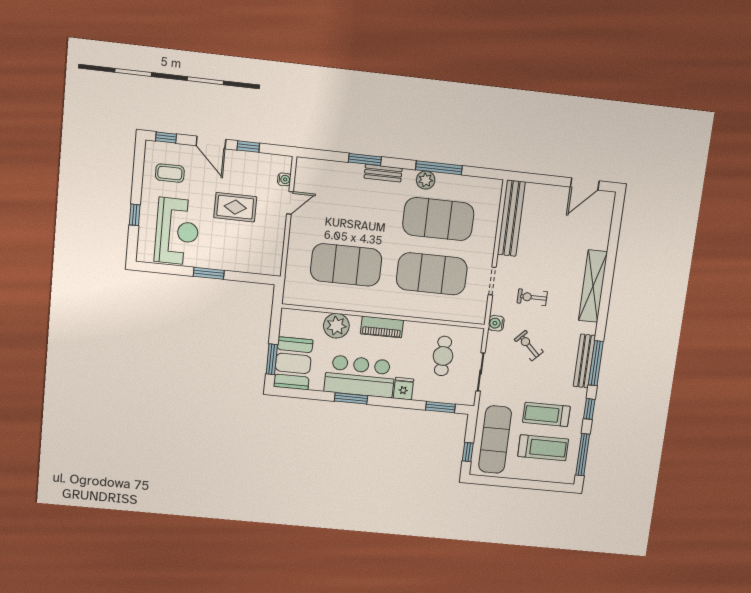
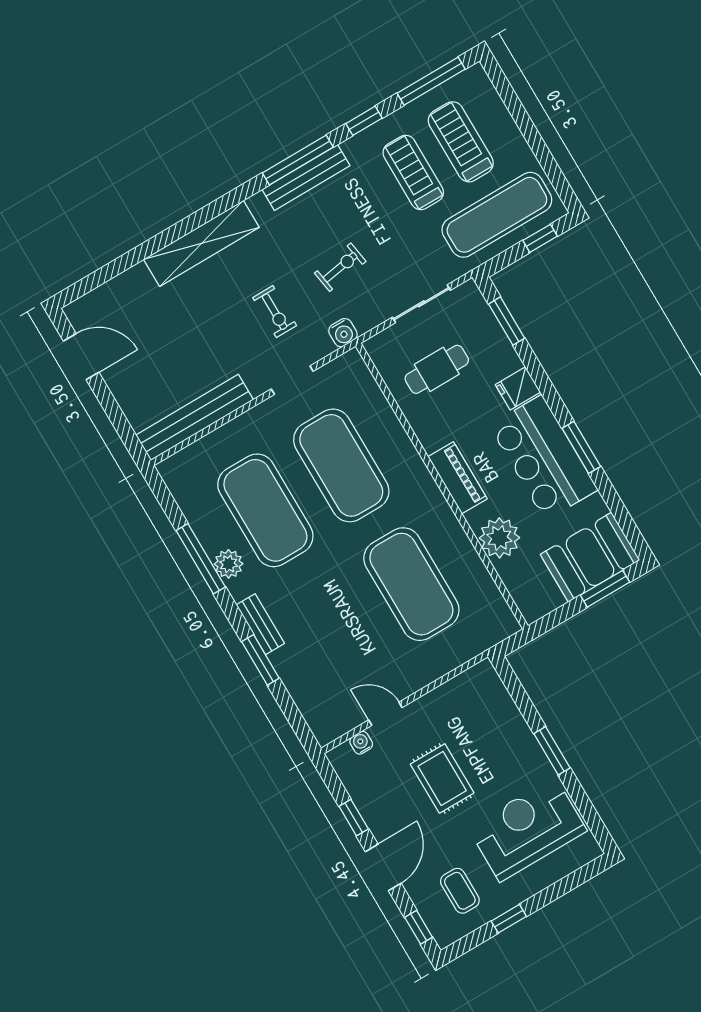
window: (135, 215) -> (509, 919), moved
exercise bike: (529, 346) -> (340, 267), turned -143
treadmill: (546, 414) -> (413, 173), turned 180

